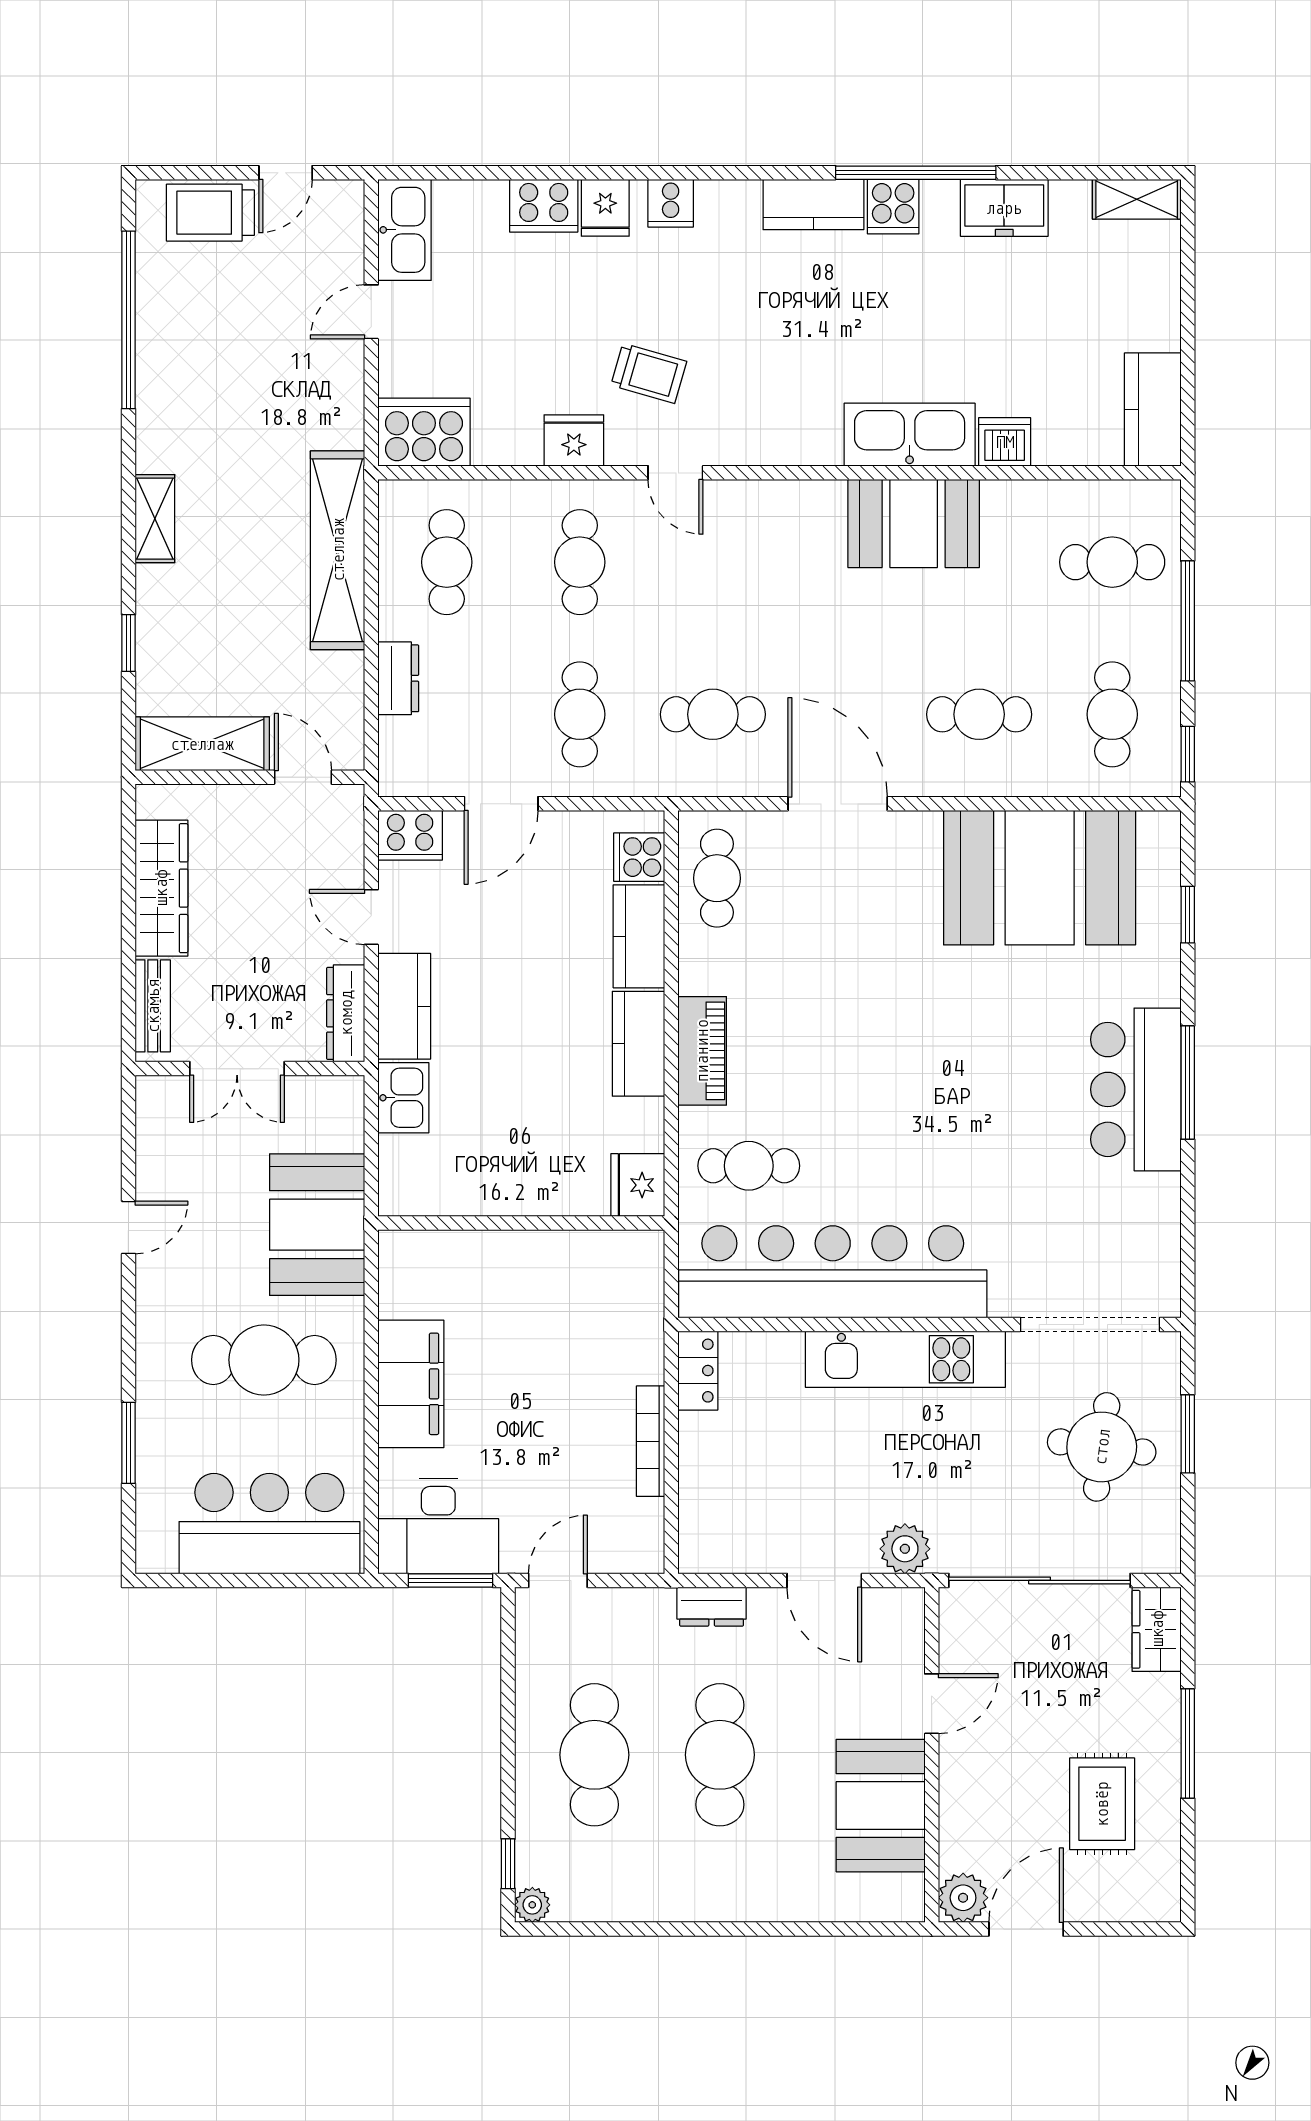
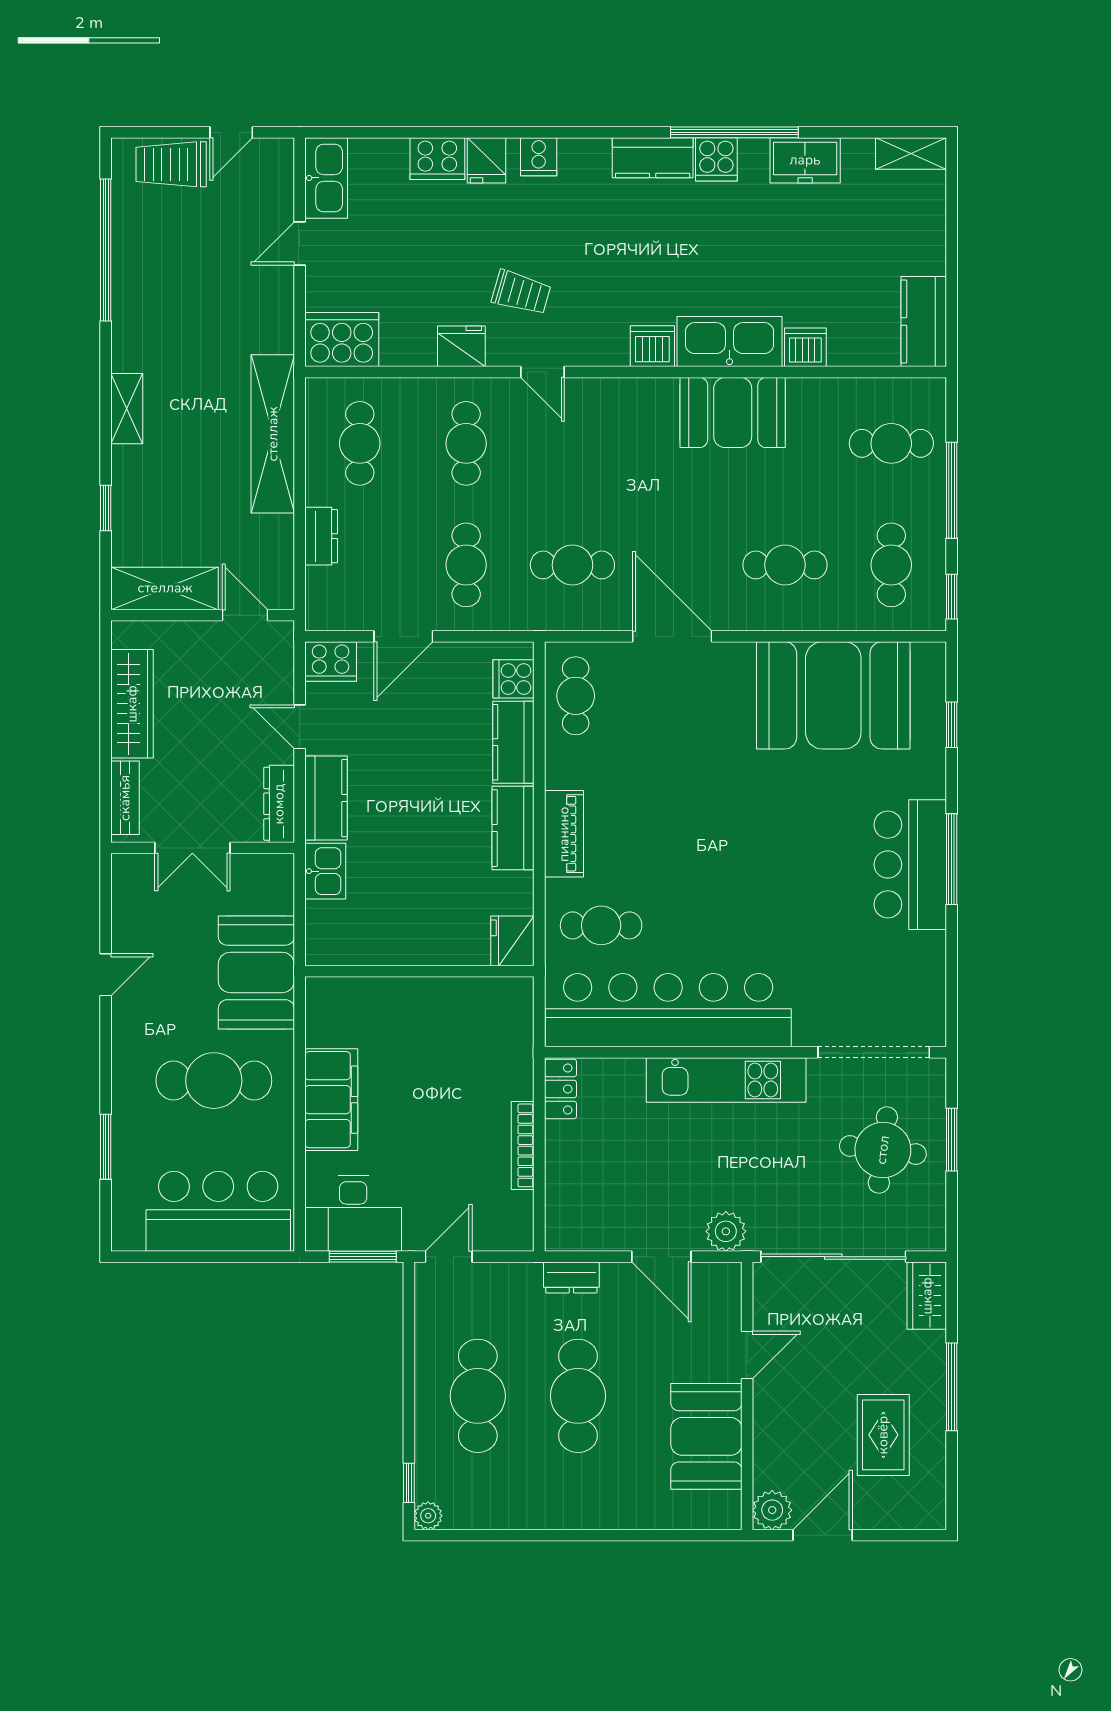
dishwasher: (813, 440) -> (652, 346), added

